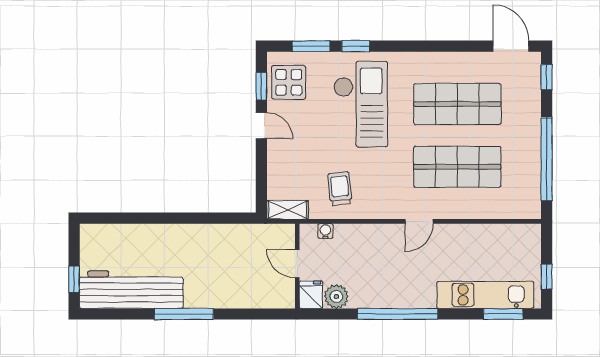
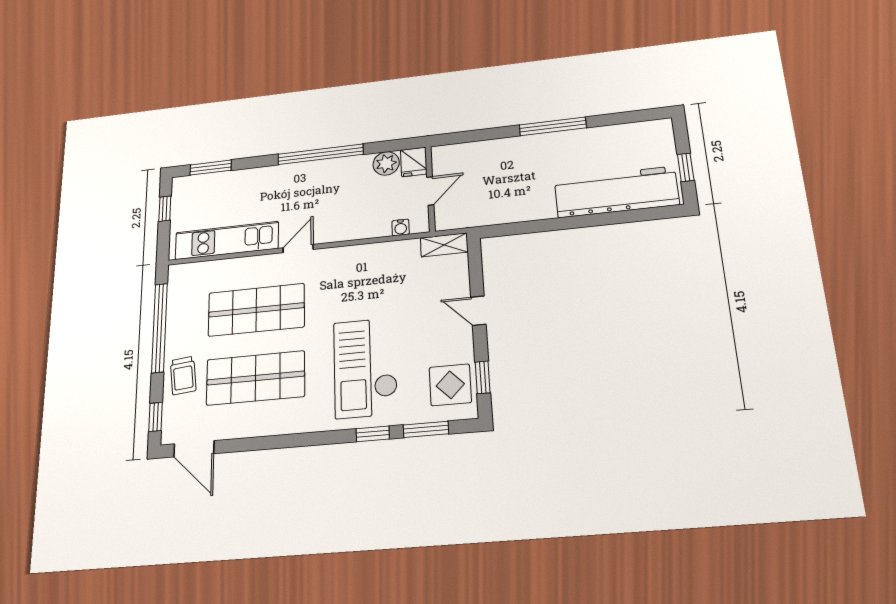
door: (261, 126) -> (478, 311), moved
trolley: (340, 189) -> (183, 376), moved
door: (297, 264) -> (430, 191), hinge flipped
window: (74, 279) -> (686, 167), moved
workbench: (131, 290) -> (616, 192), moved, turned 180
kitchen unit: (485, 295) -> (227, 240), moved, turned 180

